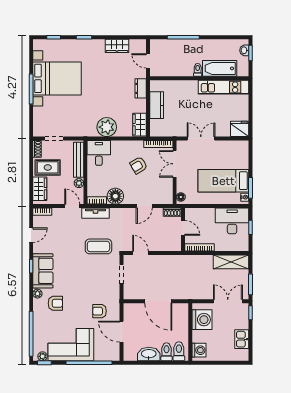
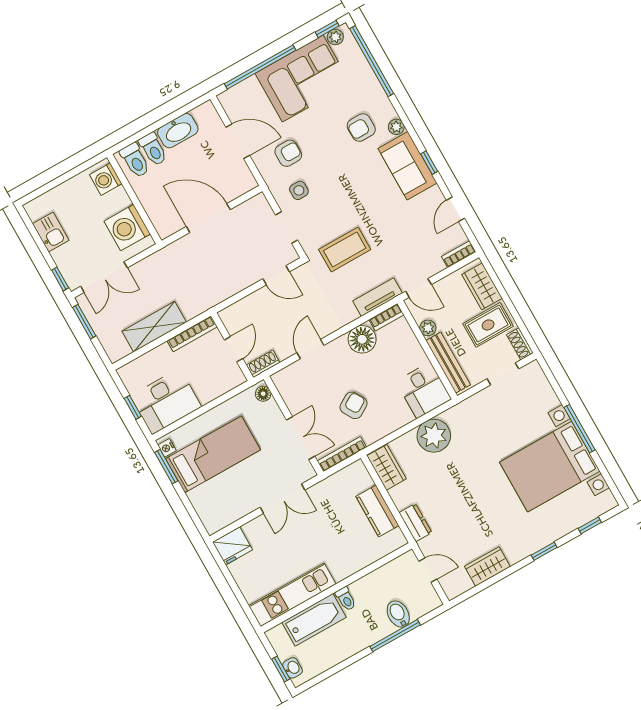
bidet: (176, 47) -> (398, 614), added
door: (183, 228) -> (234, 349), swing flipped
shelving: (231, 262) -> (154, 327), moved
side table: (105, 289) -> (299, 190), added

